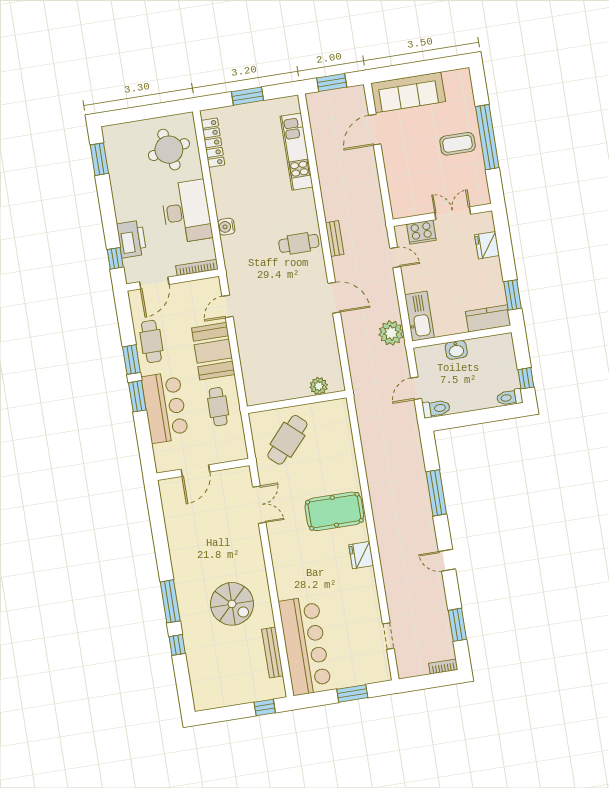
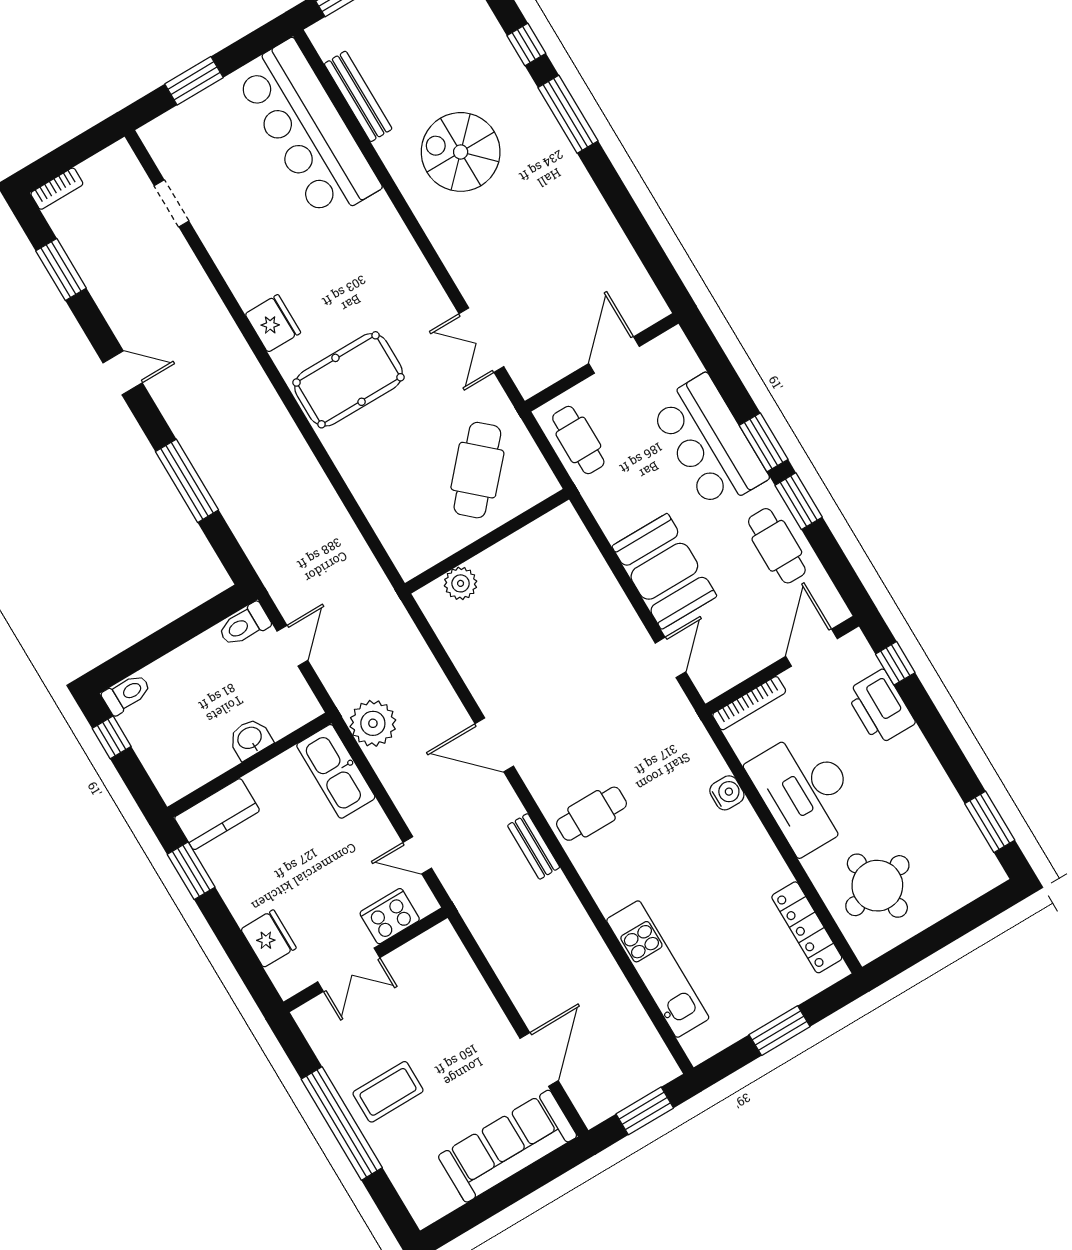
cafe table: (218, 407) -> (578, 440), moved

